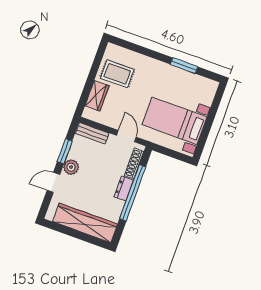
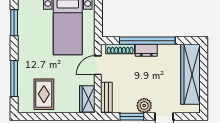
window: (143, 51) -> (14, 79), added
window: (184, 66) -> (14, 23), moved
wardrobe: (97, 96) -> (87, 99), moved, turned -90

